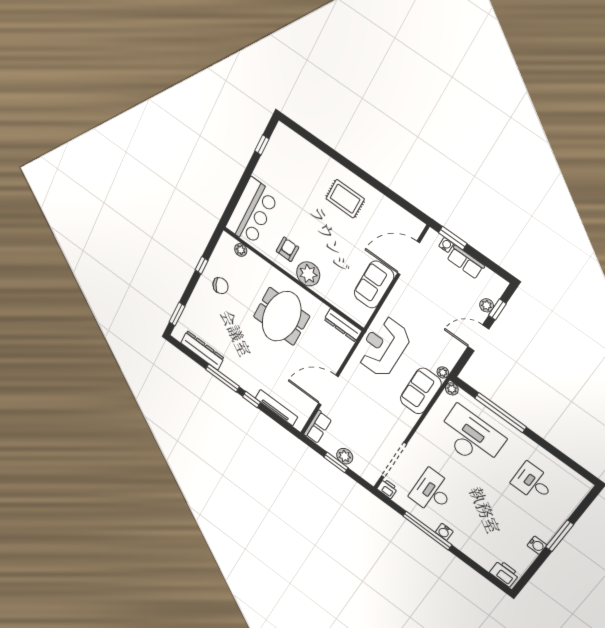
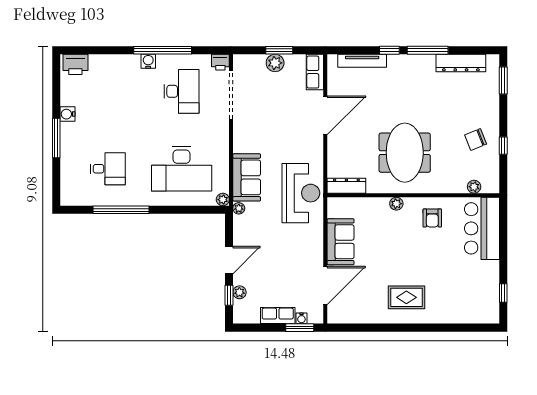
plant: (308, 274) -> (396, 204), width x0.53, depth x0.53
window: (501, 413) -> (121, 210), moved

